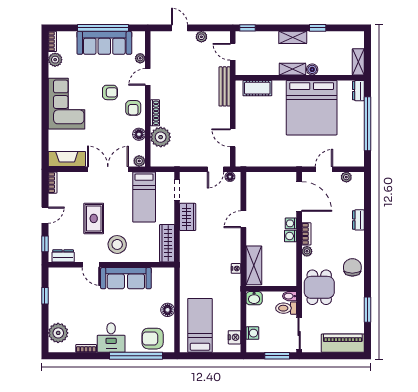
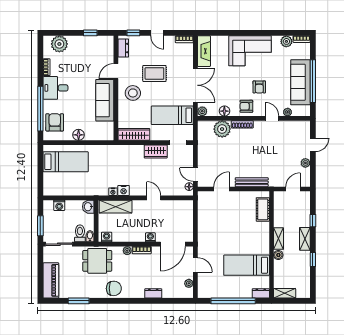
window: (247, 28) -> (313, 221), moved
bench: (225, 86) -> (252, 182), moved
bed: (312, 108) -> (247, 265), width x0.49
washing machine: (291, 236) -> (107, 237), moved
nightstand: (235, 337) -> (124, 190), moved

